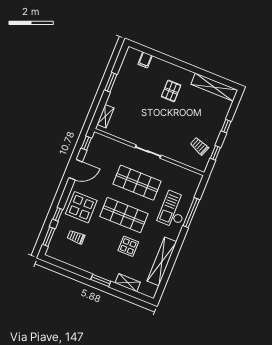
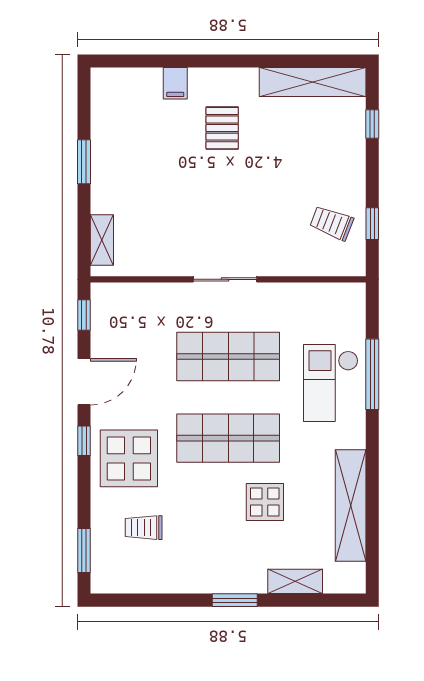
filing cabinet: (145, 60) -> (175, 83), moved
window: (226, 126) -> (372, 124), moved
window: (58, 214) -> (84, 441), moved

